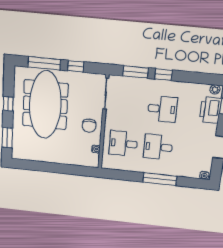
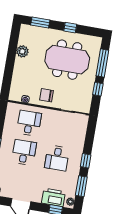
window: (135, 72) -> (81, 186), moved
meeting table: (45, 105) -> (67, 60), width x0.73
plant: (42, 155) -> (22, 51), added

